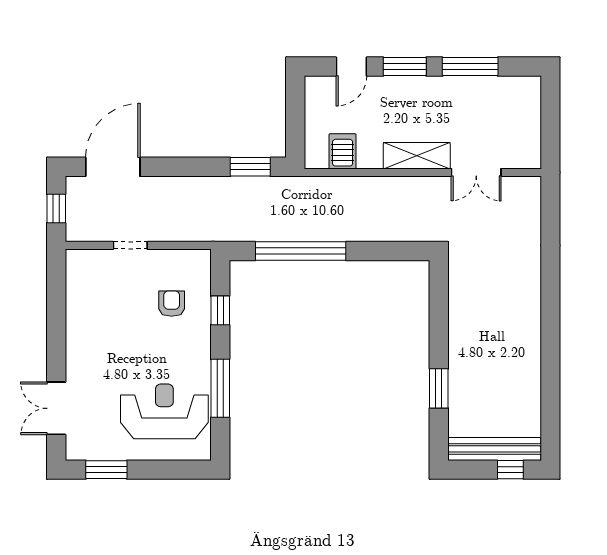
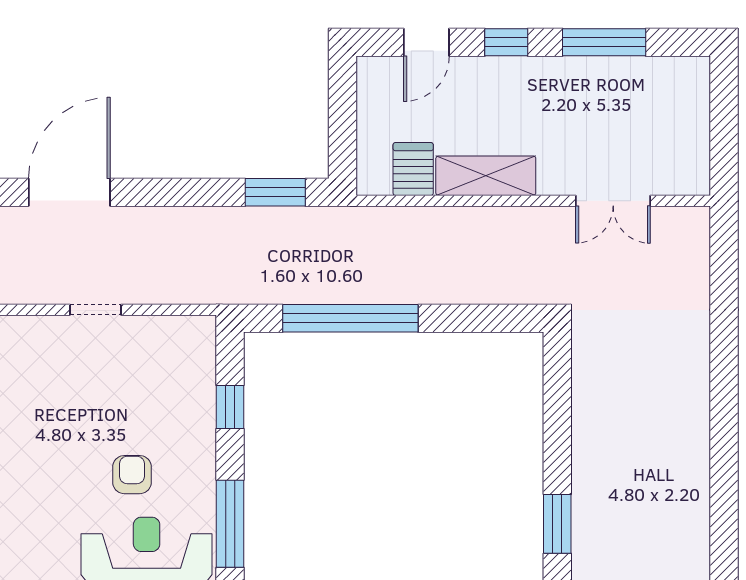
window: (405, 67) -> (506, 42), width x0.67
shelving: (417, 156) -> (486, 176), moved
armchair: (172, 304) -> (132, 475), moved

